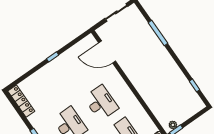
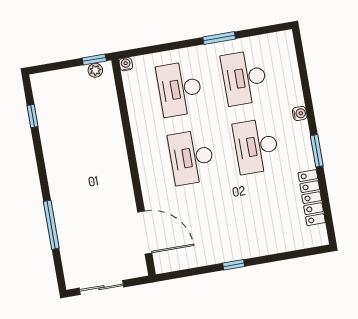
locker: (21, 101) -> (312, 198), moved

